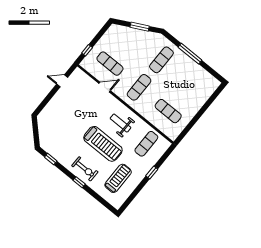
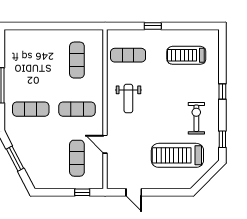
treadmill: (103, 144) -> (177, 155), moved, turned -90
exercise bike: (85, 169) -> (196, 118), moved

